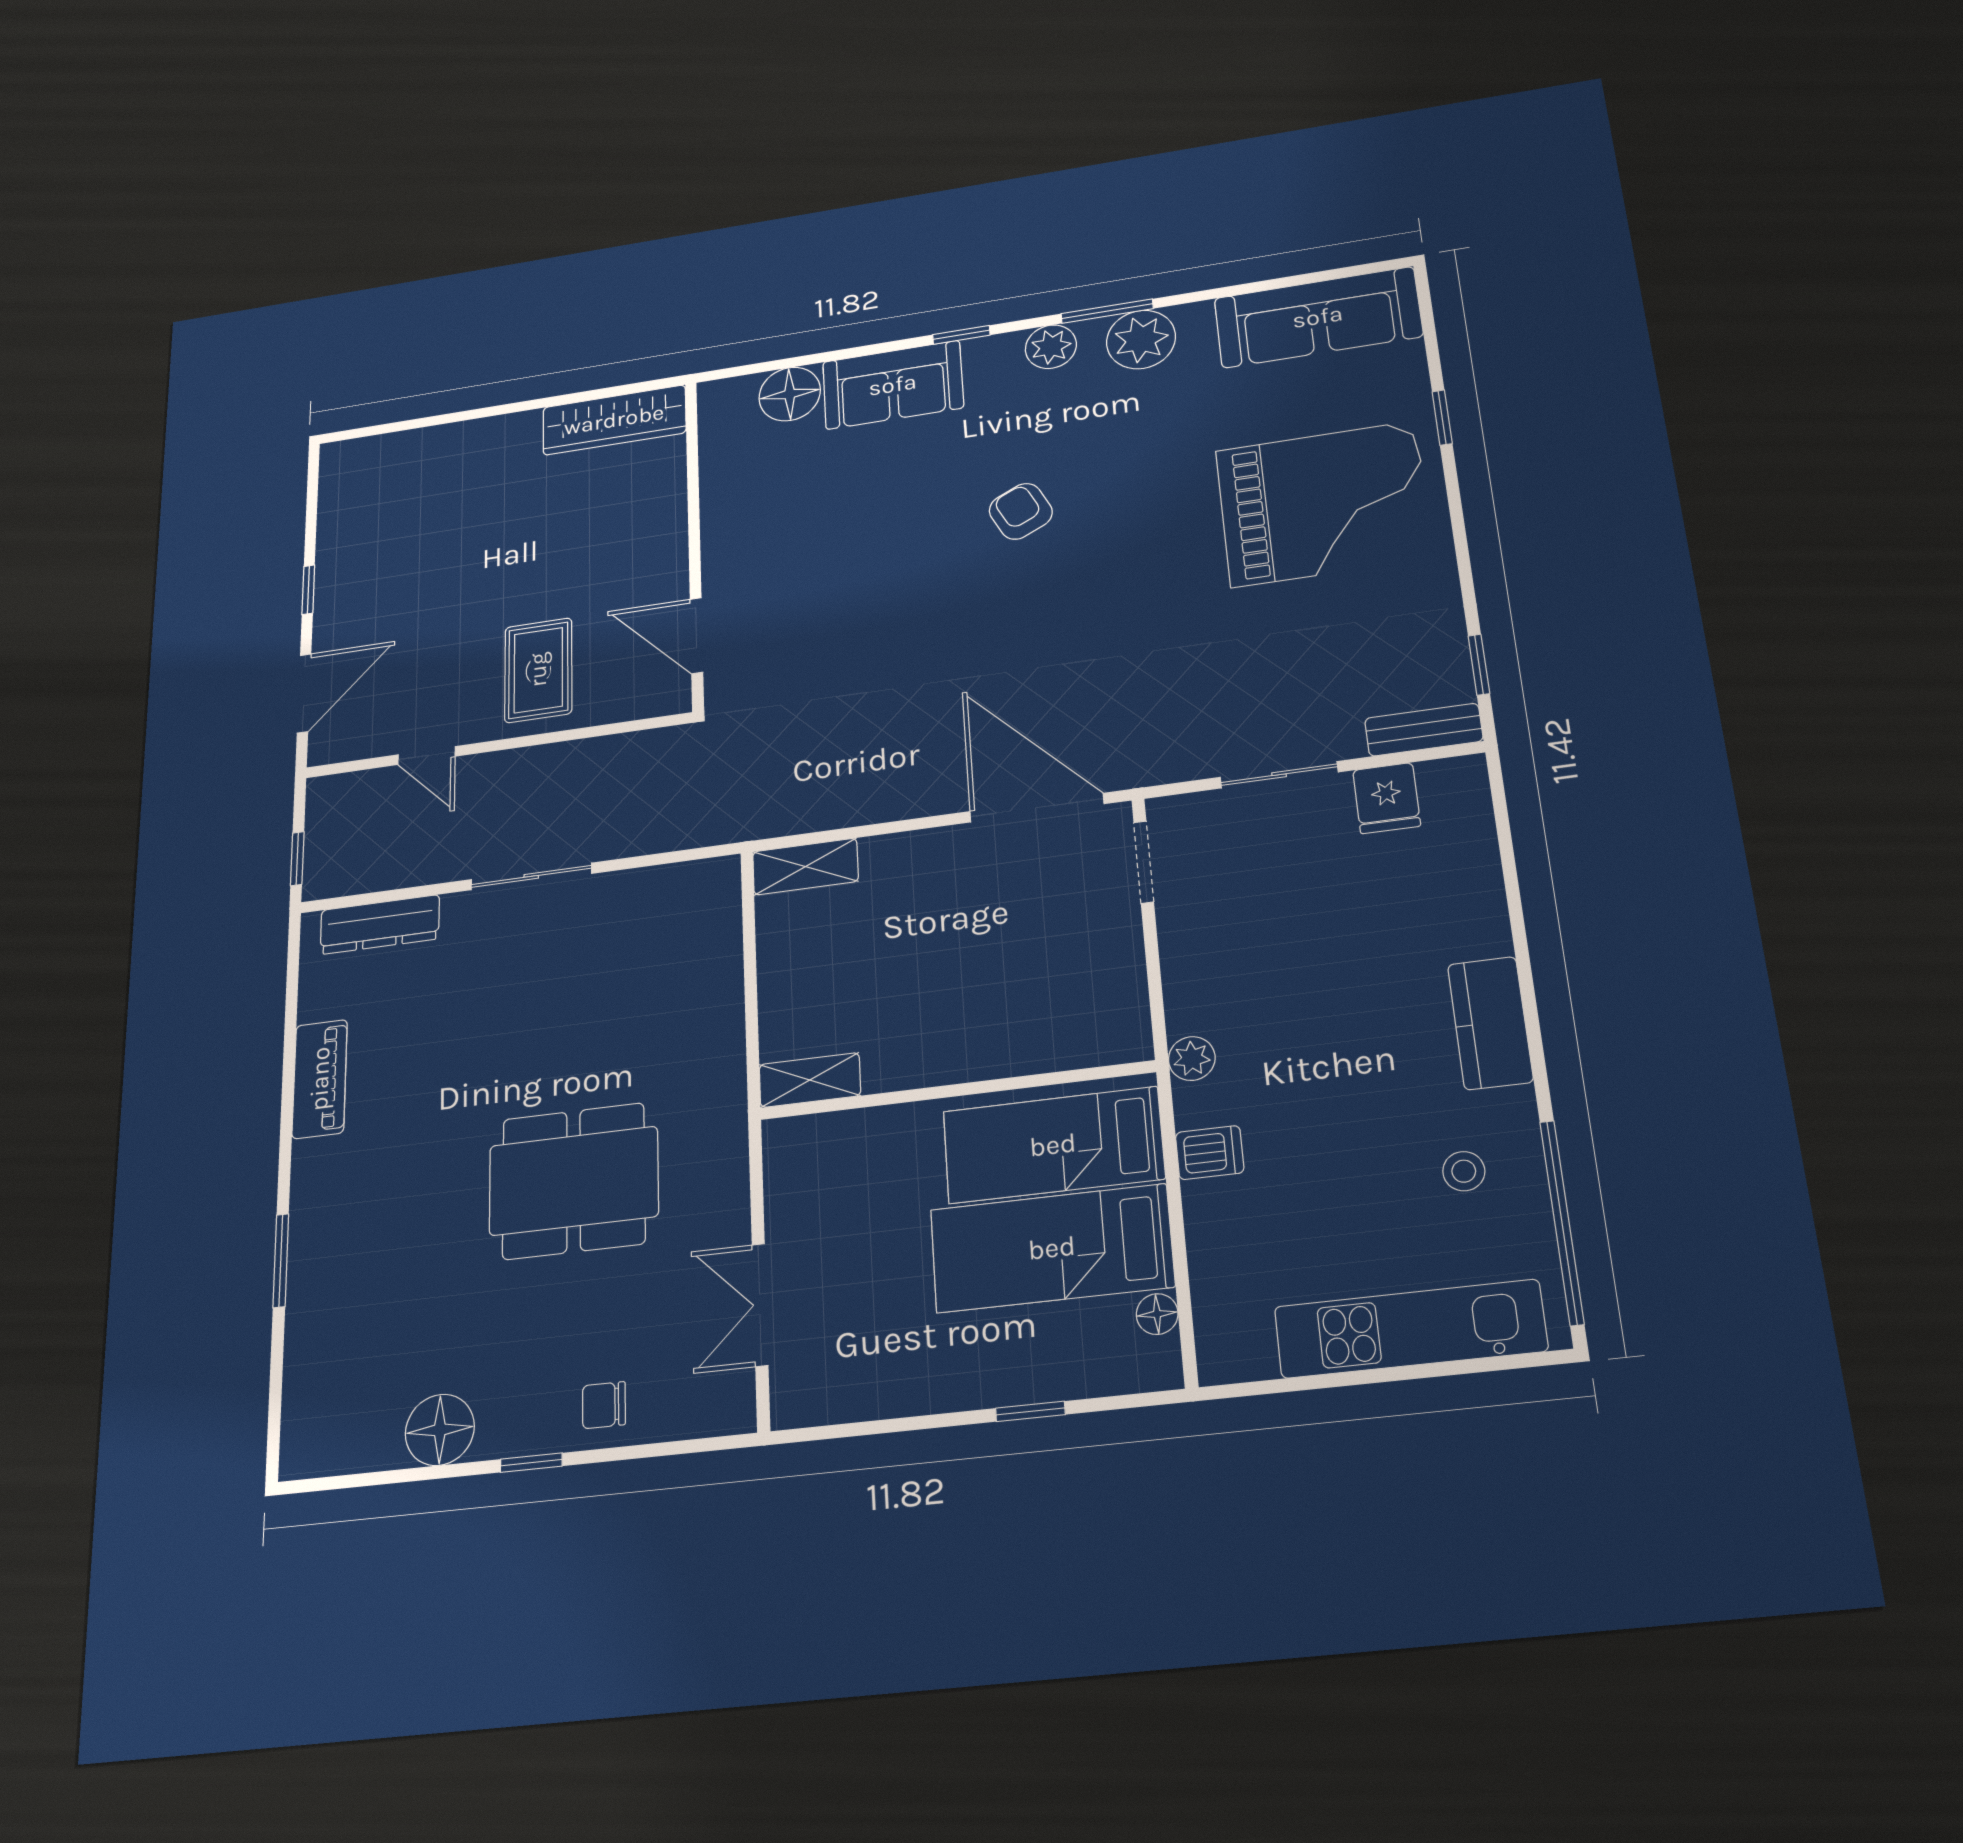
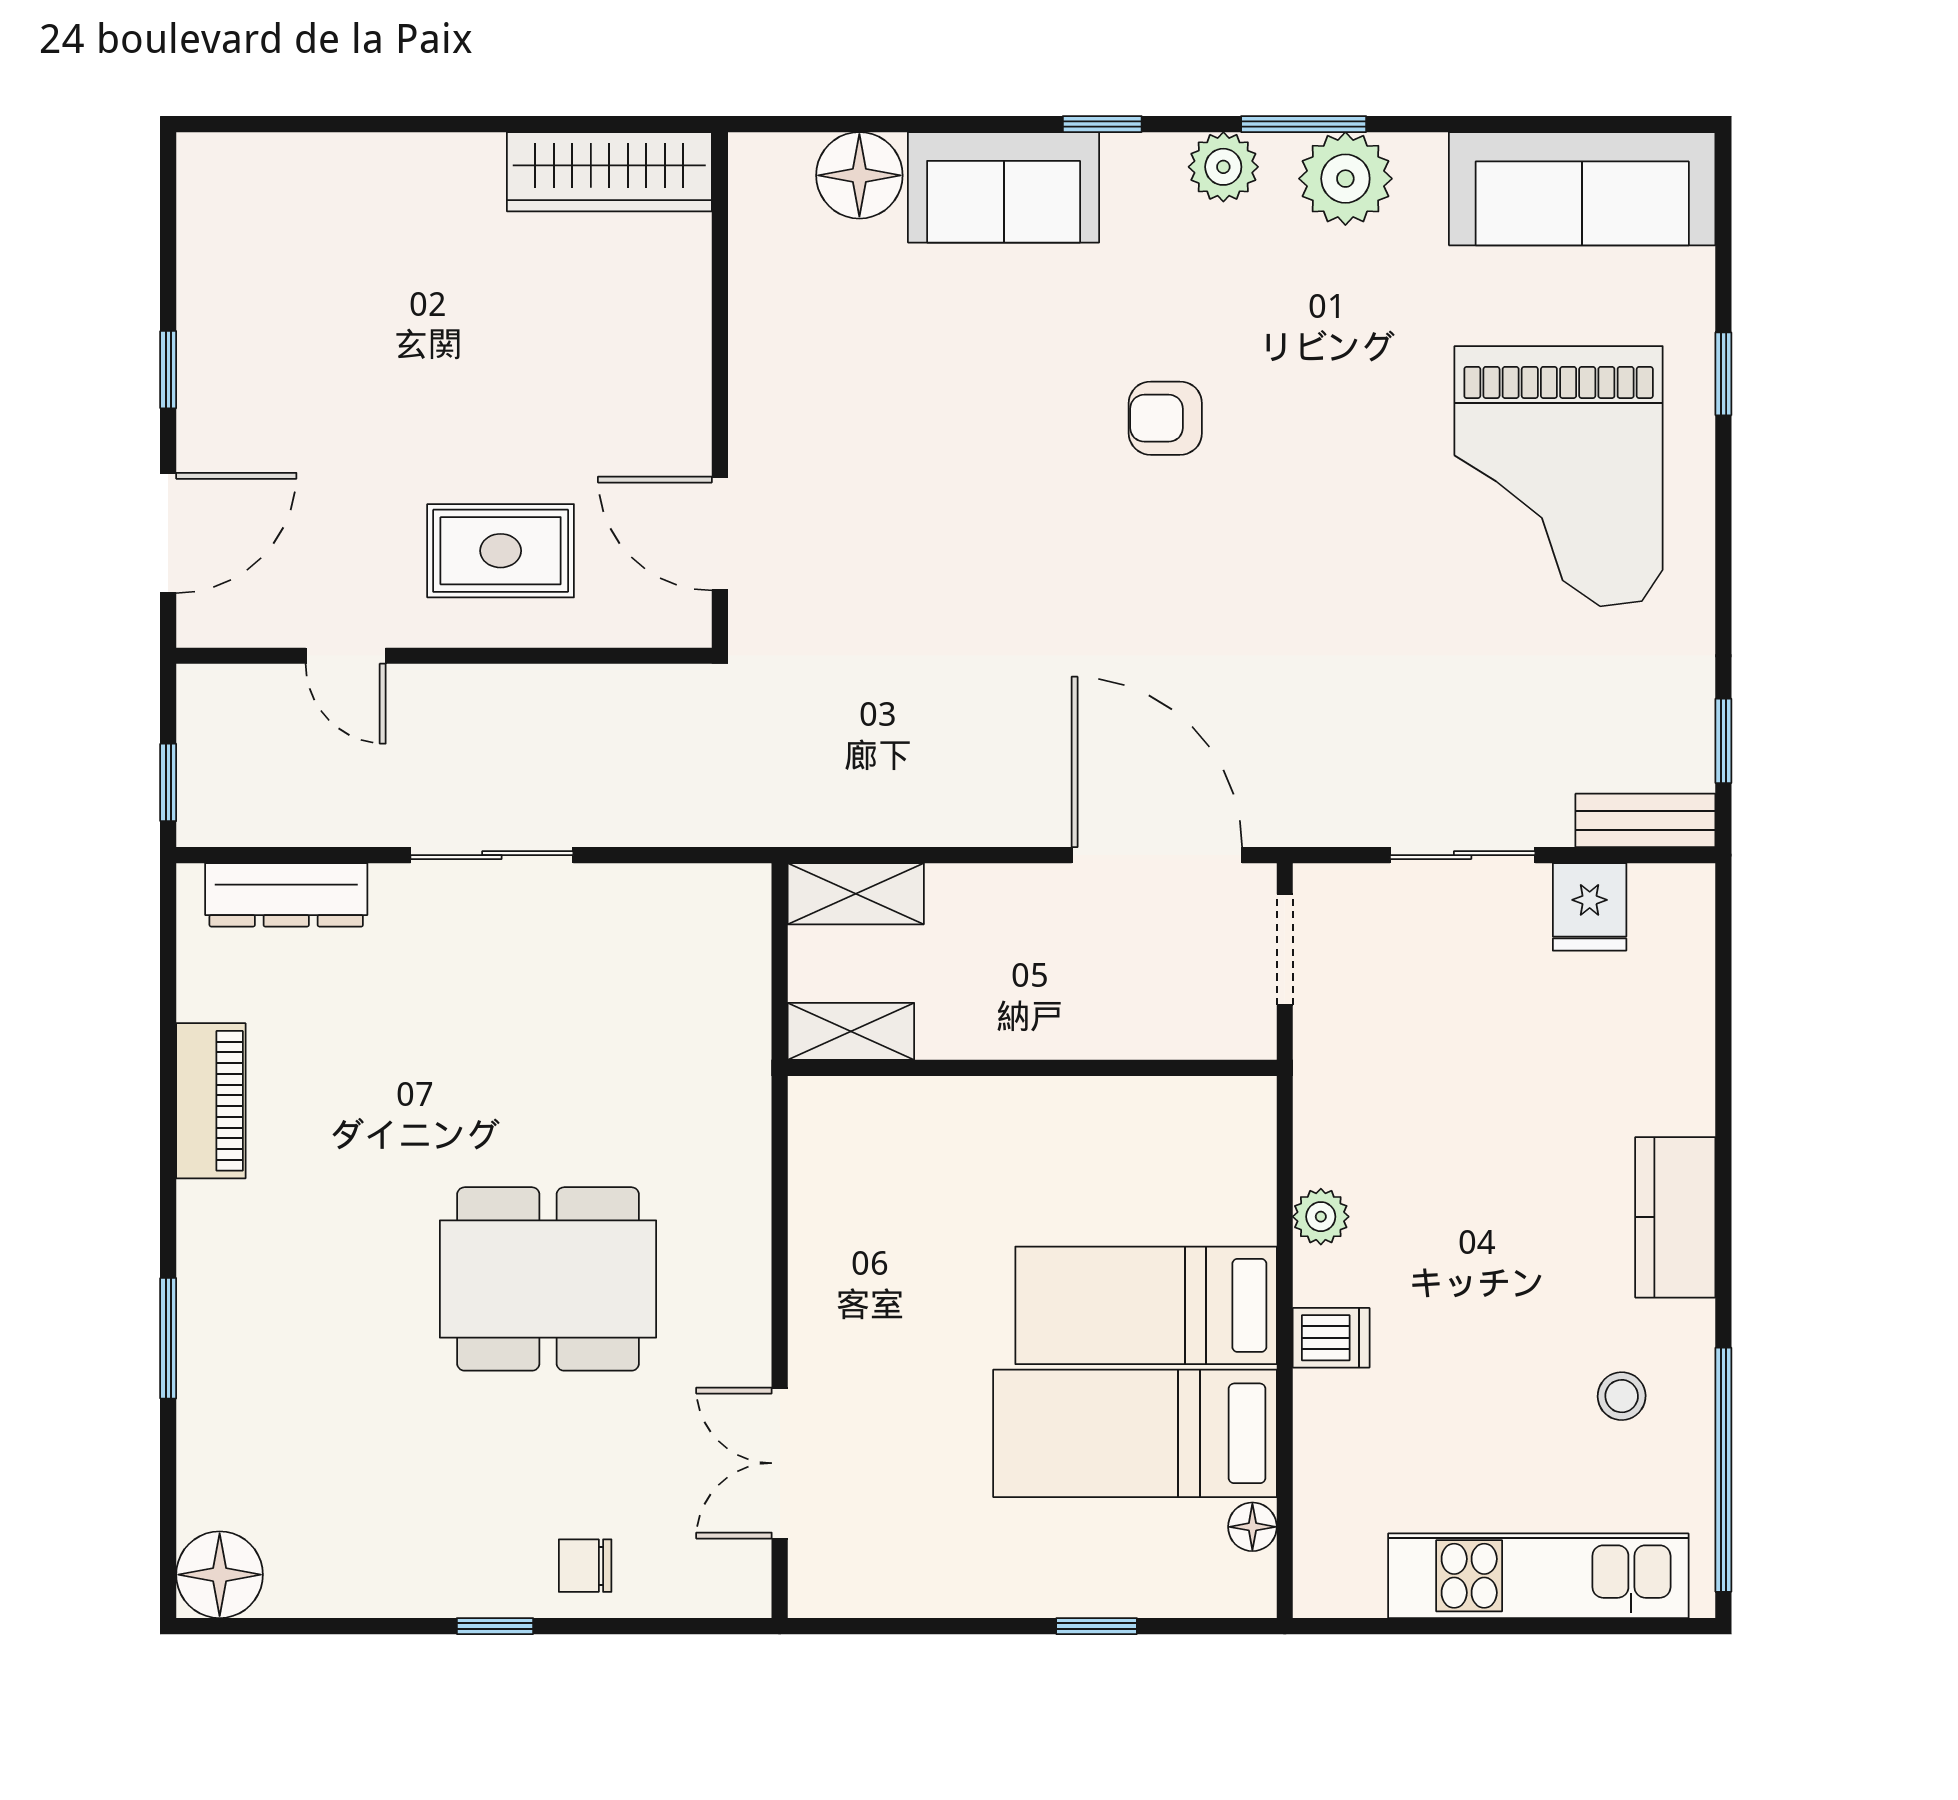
grand piano: (1323, 504) -> (1559, 476), turned 90
armchair: (1021, 511) -> (1165, 418), turned -64
rug: (538, 670) -> (501, 551), turned 90
shelving: (810, 1080) -> (851, 1031), moved
wall: (956, 1090) -> (1032, 1068), moved
floor lamp: (440, 1430) -> (220, 1575), moved

